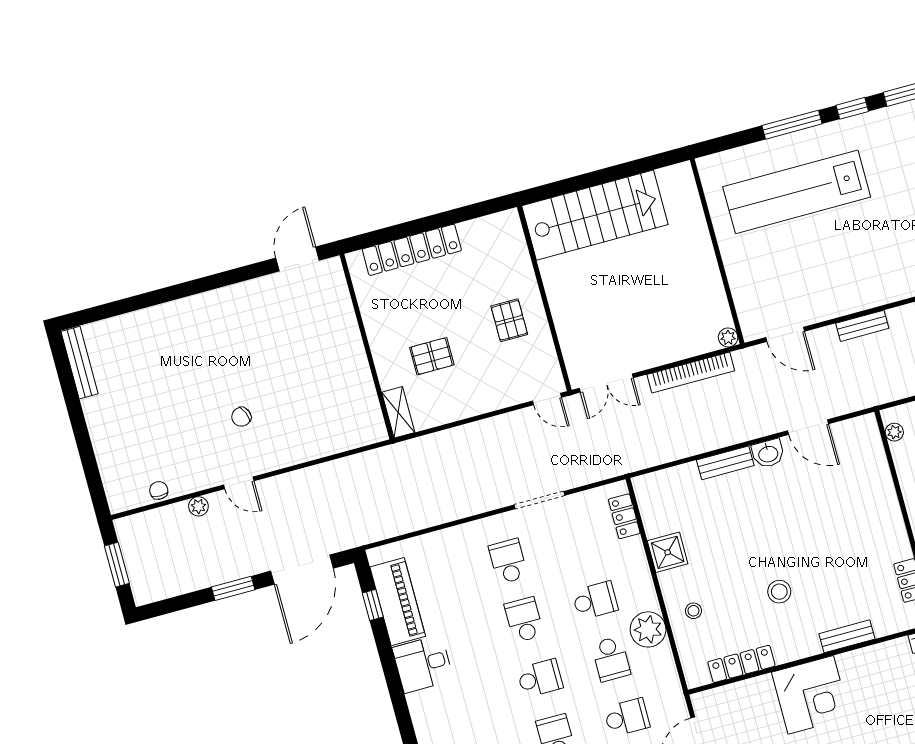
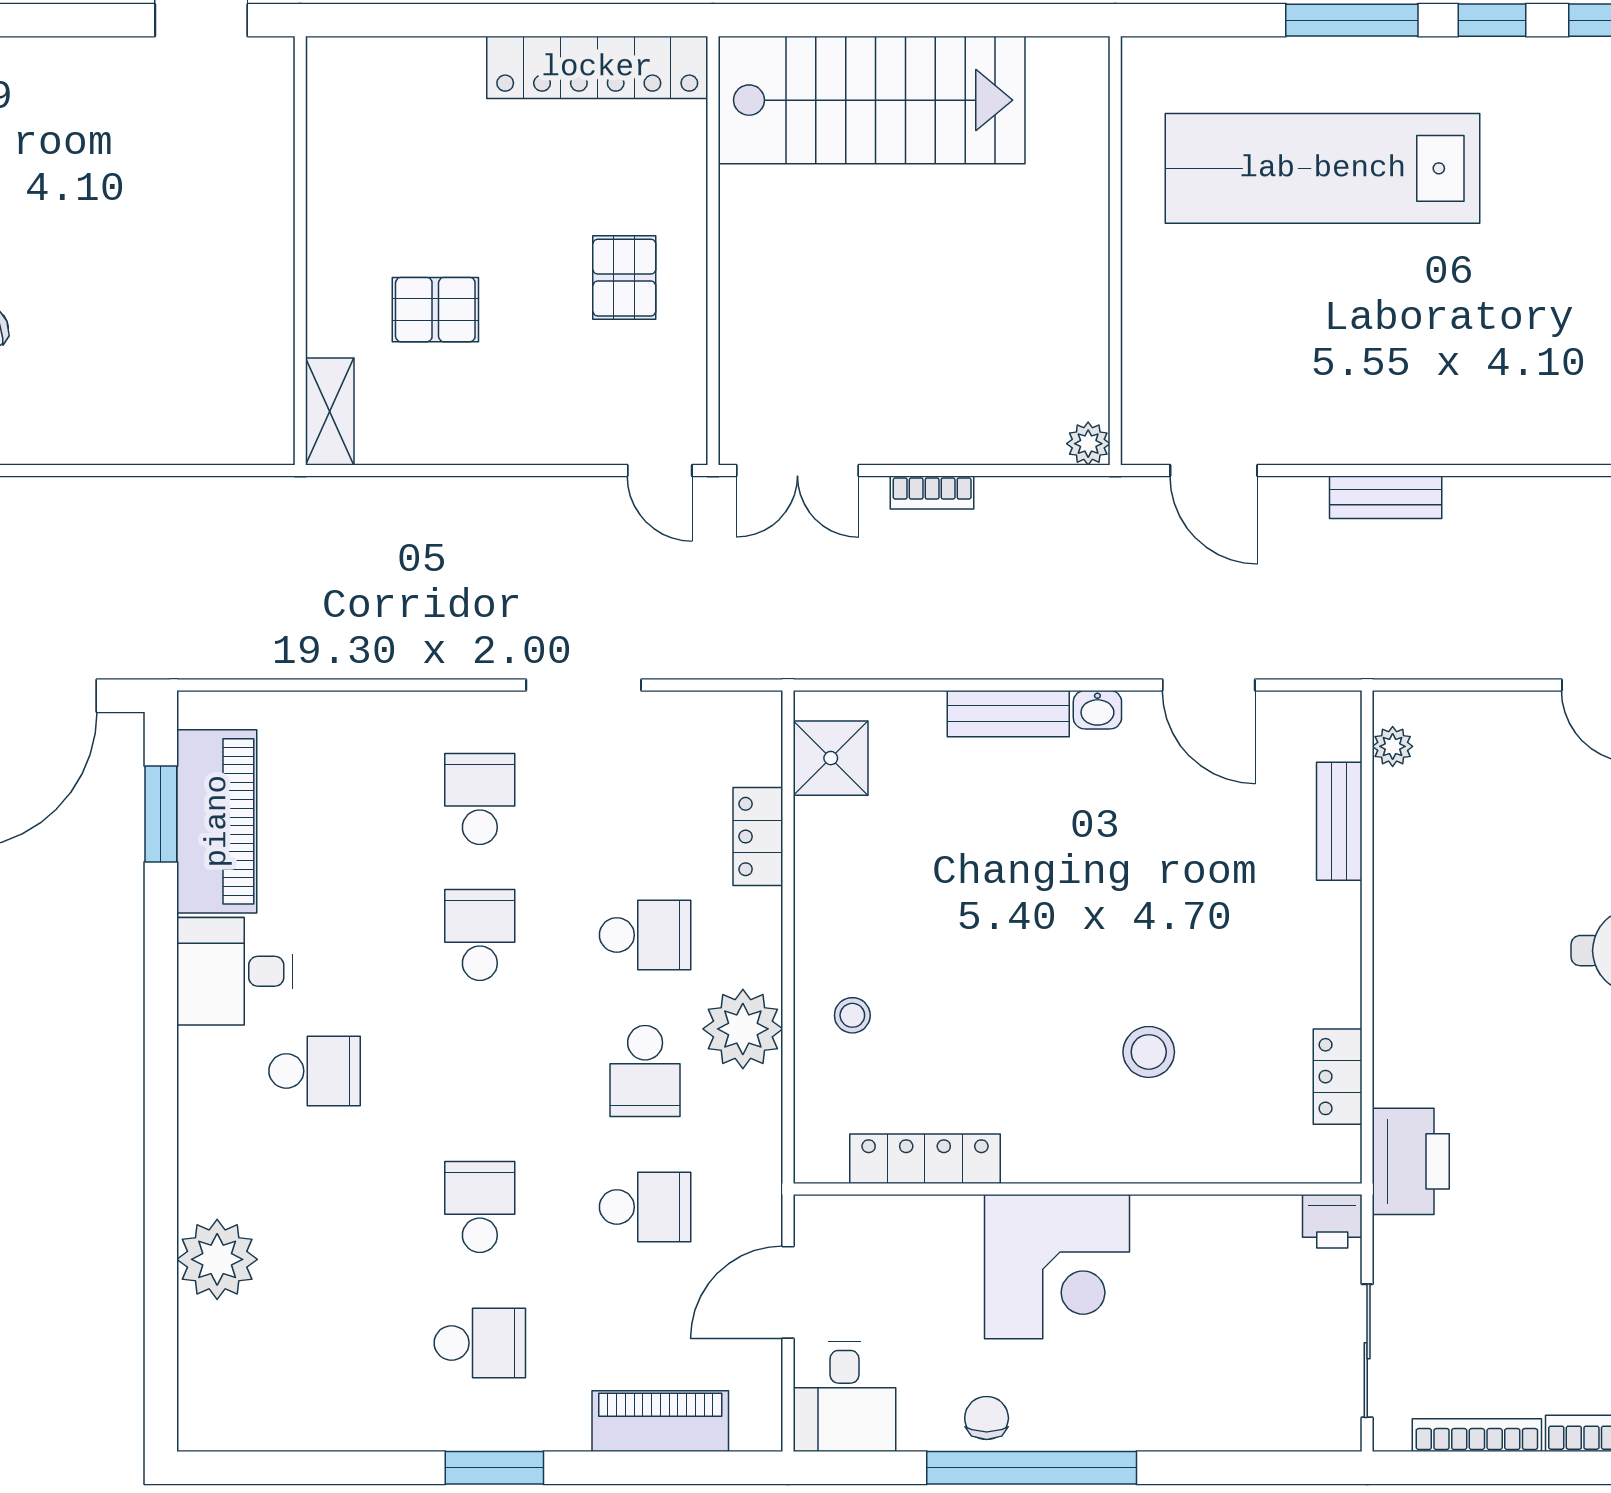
locker: (412, 250) -> (597, 67), moved
bookcase: (691, 373) -> (932, 493), width x0.43, depth x0.76
washbasin: (768, 453) -> (1097, 710), width x0.72, depth x0.69
locker: (624, 516) -> (758, 837), moved
shower: (668, 552) -> (831, 758), moved
stool: (779, 592) -> (1149, 1052), moved
window: (373, 605) -> (161, 814), width x1.50
bench: (847, 636) -> (1339, 821), moved, turned 90
school desk: (540, 678) -> (315, 1071), moved

